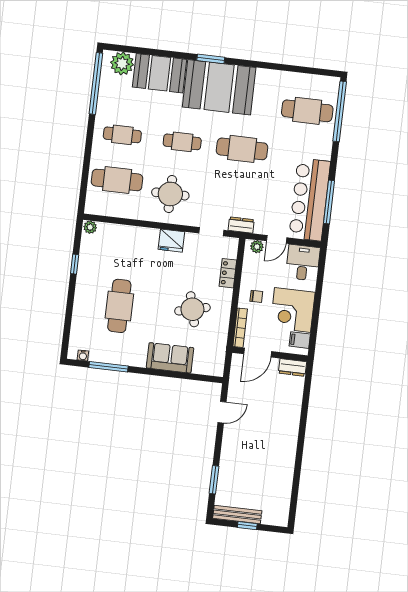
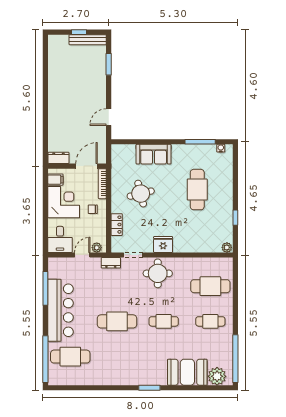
booth: (219, 87) -> (140, 367), removed
round table: (170, 194) -> (158, 273), moved
bar counter: (310, 199) -> (60, 310), moved

